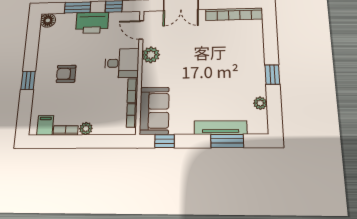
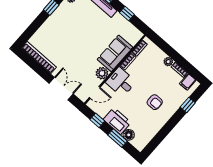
floor lamp: (48, 20) -> (129, 135), moved
door: (141, 30) -> (95, 92), hinge flipped
window: (28, 80) -> (188, 105), moved
sofa: (154, 111) -> (115, 53), moved
window: (165, 141) -> (127, 13), moved

